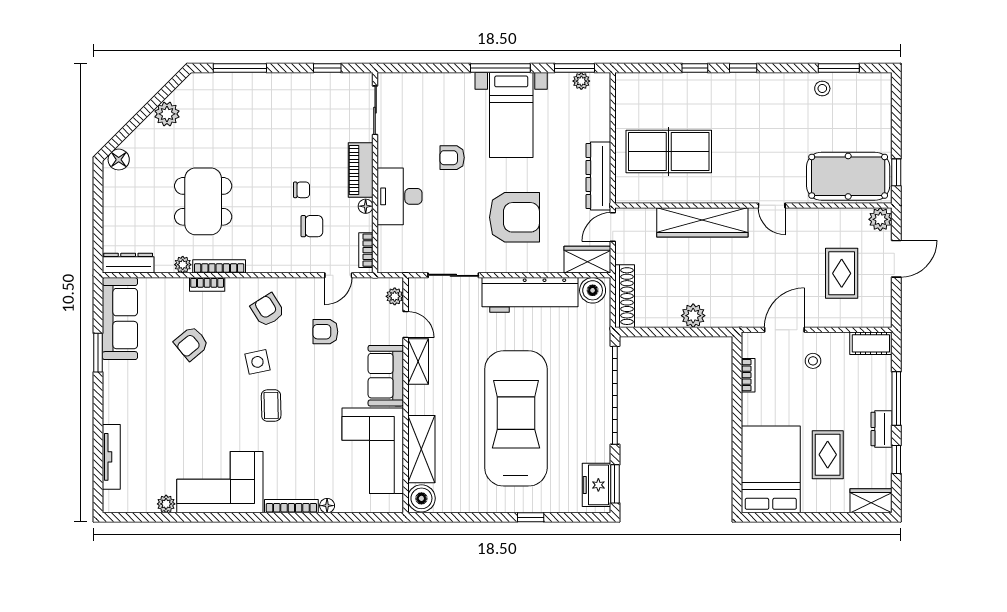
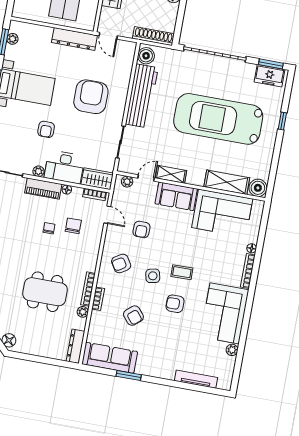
plant: (386, 158) -> (38, 171), added
wardrobe: (587, 260) -> (97, 179), moved, turned 90
armchair: (221, 404) -> (175, 304), added

